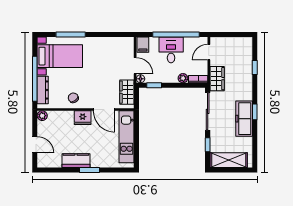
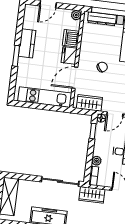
chair: (73, 98) -> (102, 67), moved
dishwasher: (66, 118) -> (71, 38), added
window: (208, 145) -> (27, 177), removed

